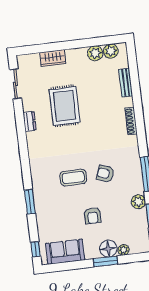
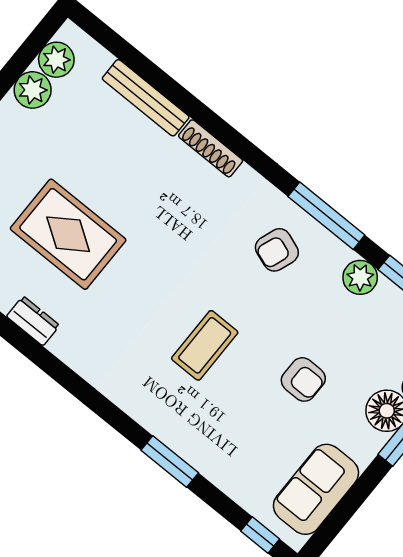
bench: (126, 83) -> (146, 98), width x1.36
armchair: (105, 174) -> (277, 250), moved

